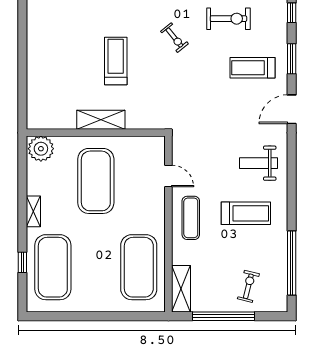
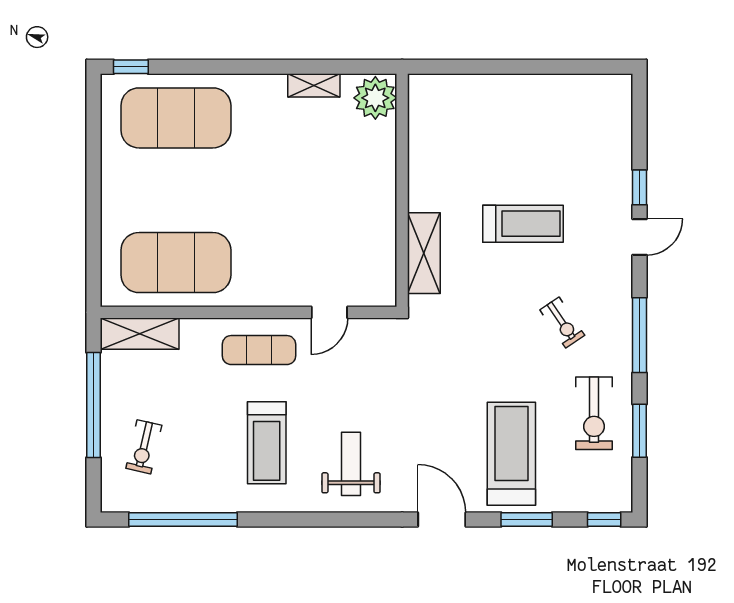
exercise bike: (174, 38) -> (562, 323), turned -85
treadmill: (253, 68) -> (511, 454), width x1.37, depth x1.38
shelving: (101, 120) -> (424, 253), moved
exercise mat: (96, 181) -> (321, 190), removed
shelving: (33, 211) -> (314, 85), moved
window: (22, 262) -> (131, 67), moved
exercise bike: (248, 286) -> (144, 447), turned 89

